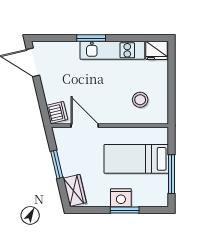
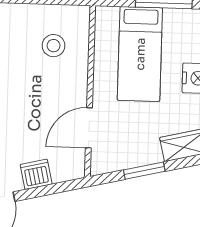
dishwasher: (57, 113) -> (36, 174), moved

